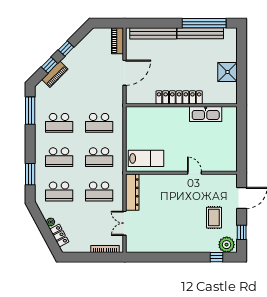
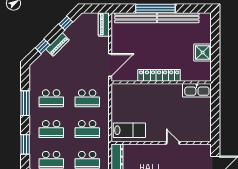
window: (204, 23) -> (155, 8), moved
window: (66, 49) -> (66, 23), moved
door: (125, 73) -> (110, 65), moved
piano: (55, 74) -> (58, 44), moved
window: (30, 111) -> (25, 103), moved
kitchen sink: (206, 114) -> (197, 90), moved

